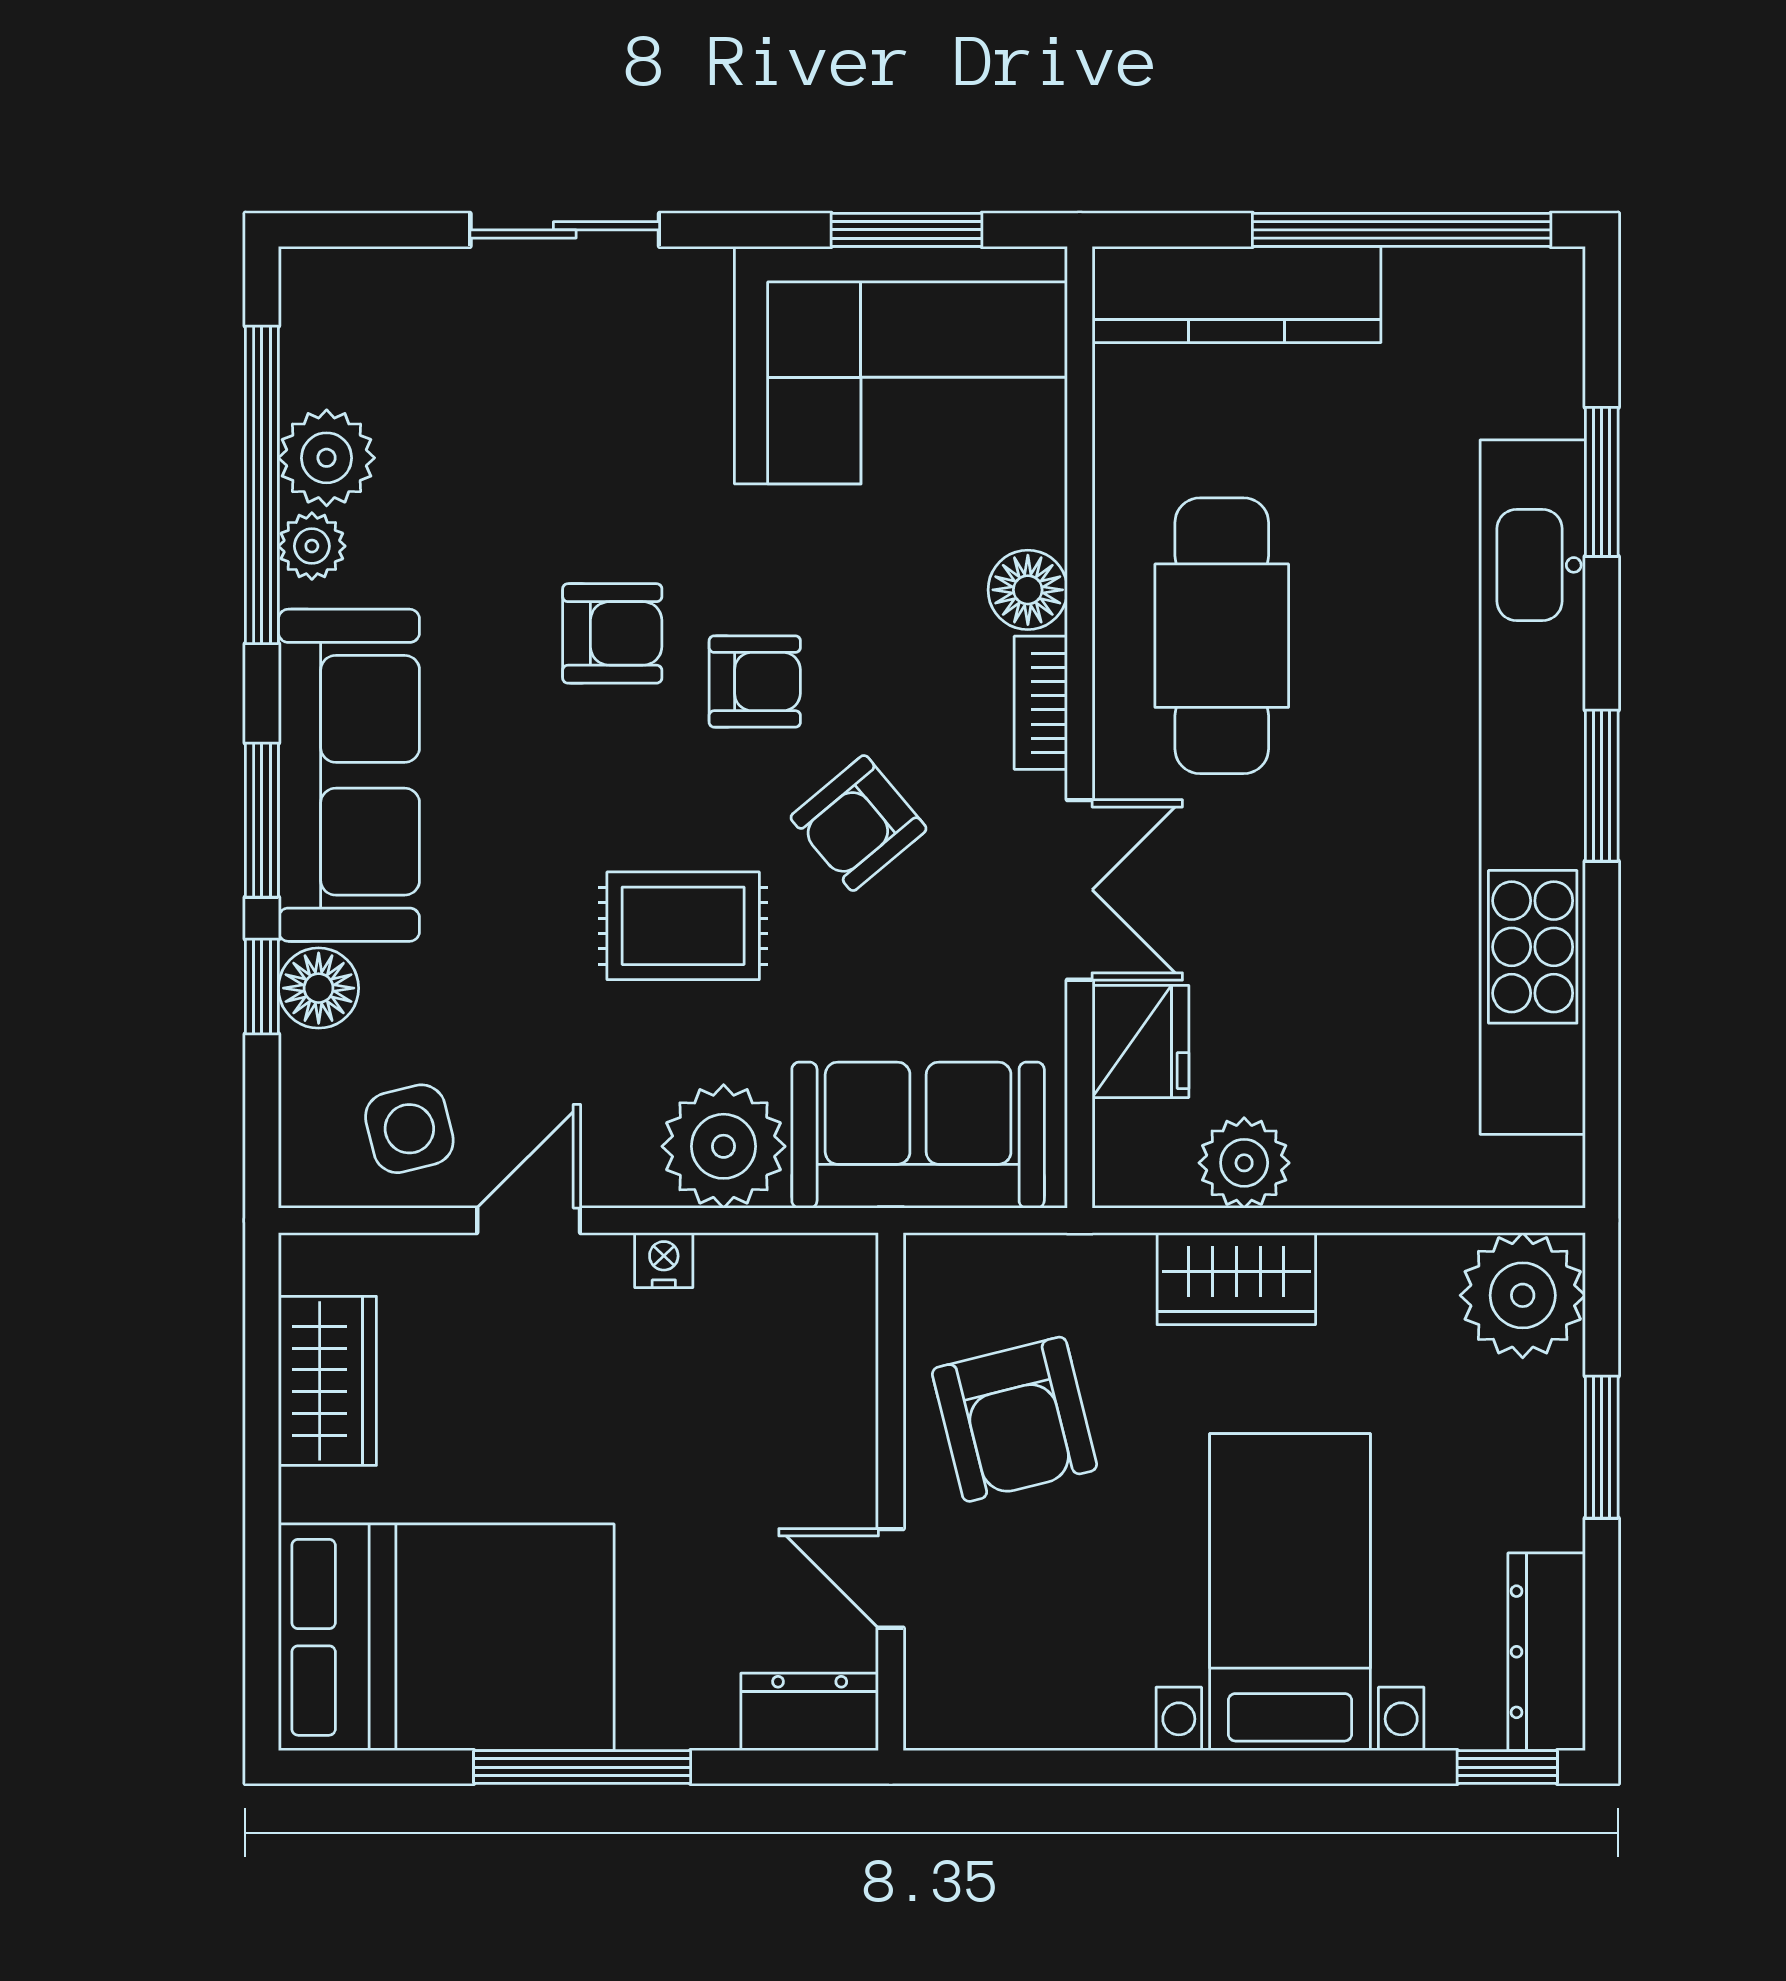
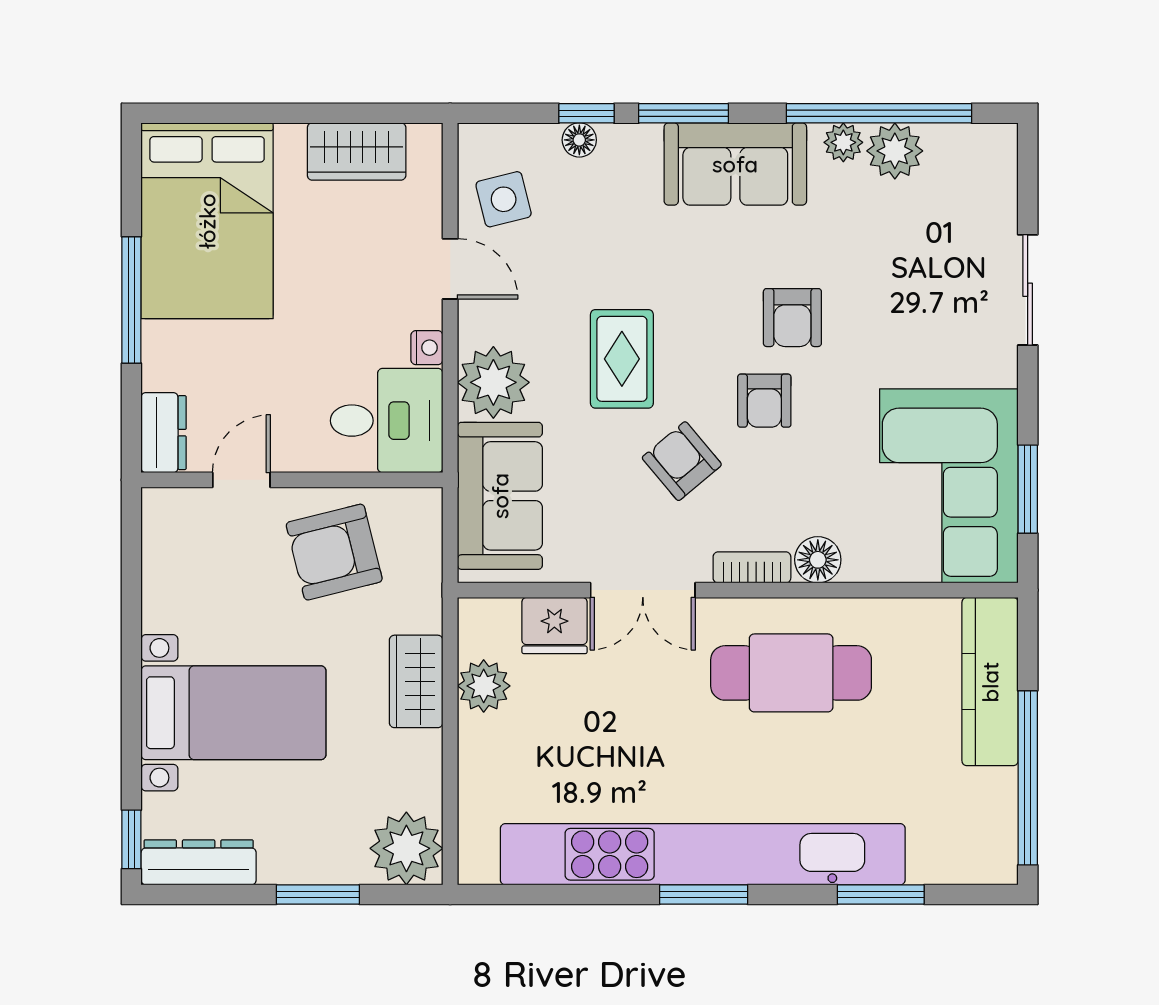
sofa: (349, 775) -> (735, 164), width x0.73
floor lamp: (319, 988) -> (579, 140), width x0.73, depth x0.73
desk: (789, 1329) -> (387, 421), added

